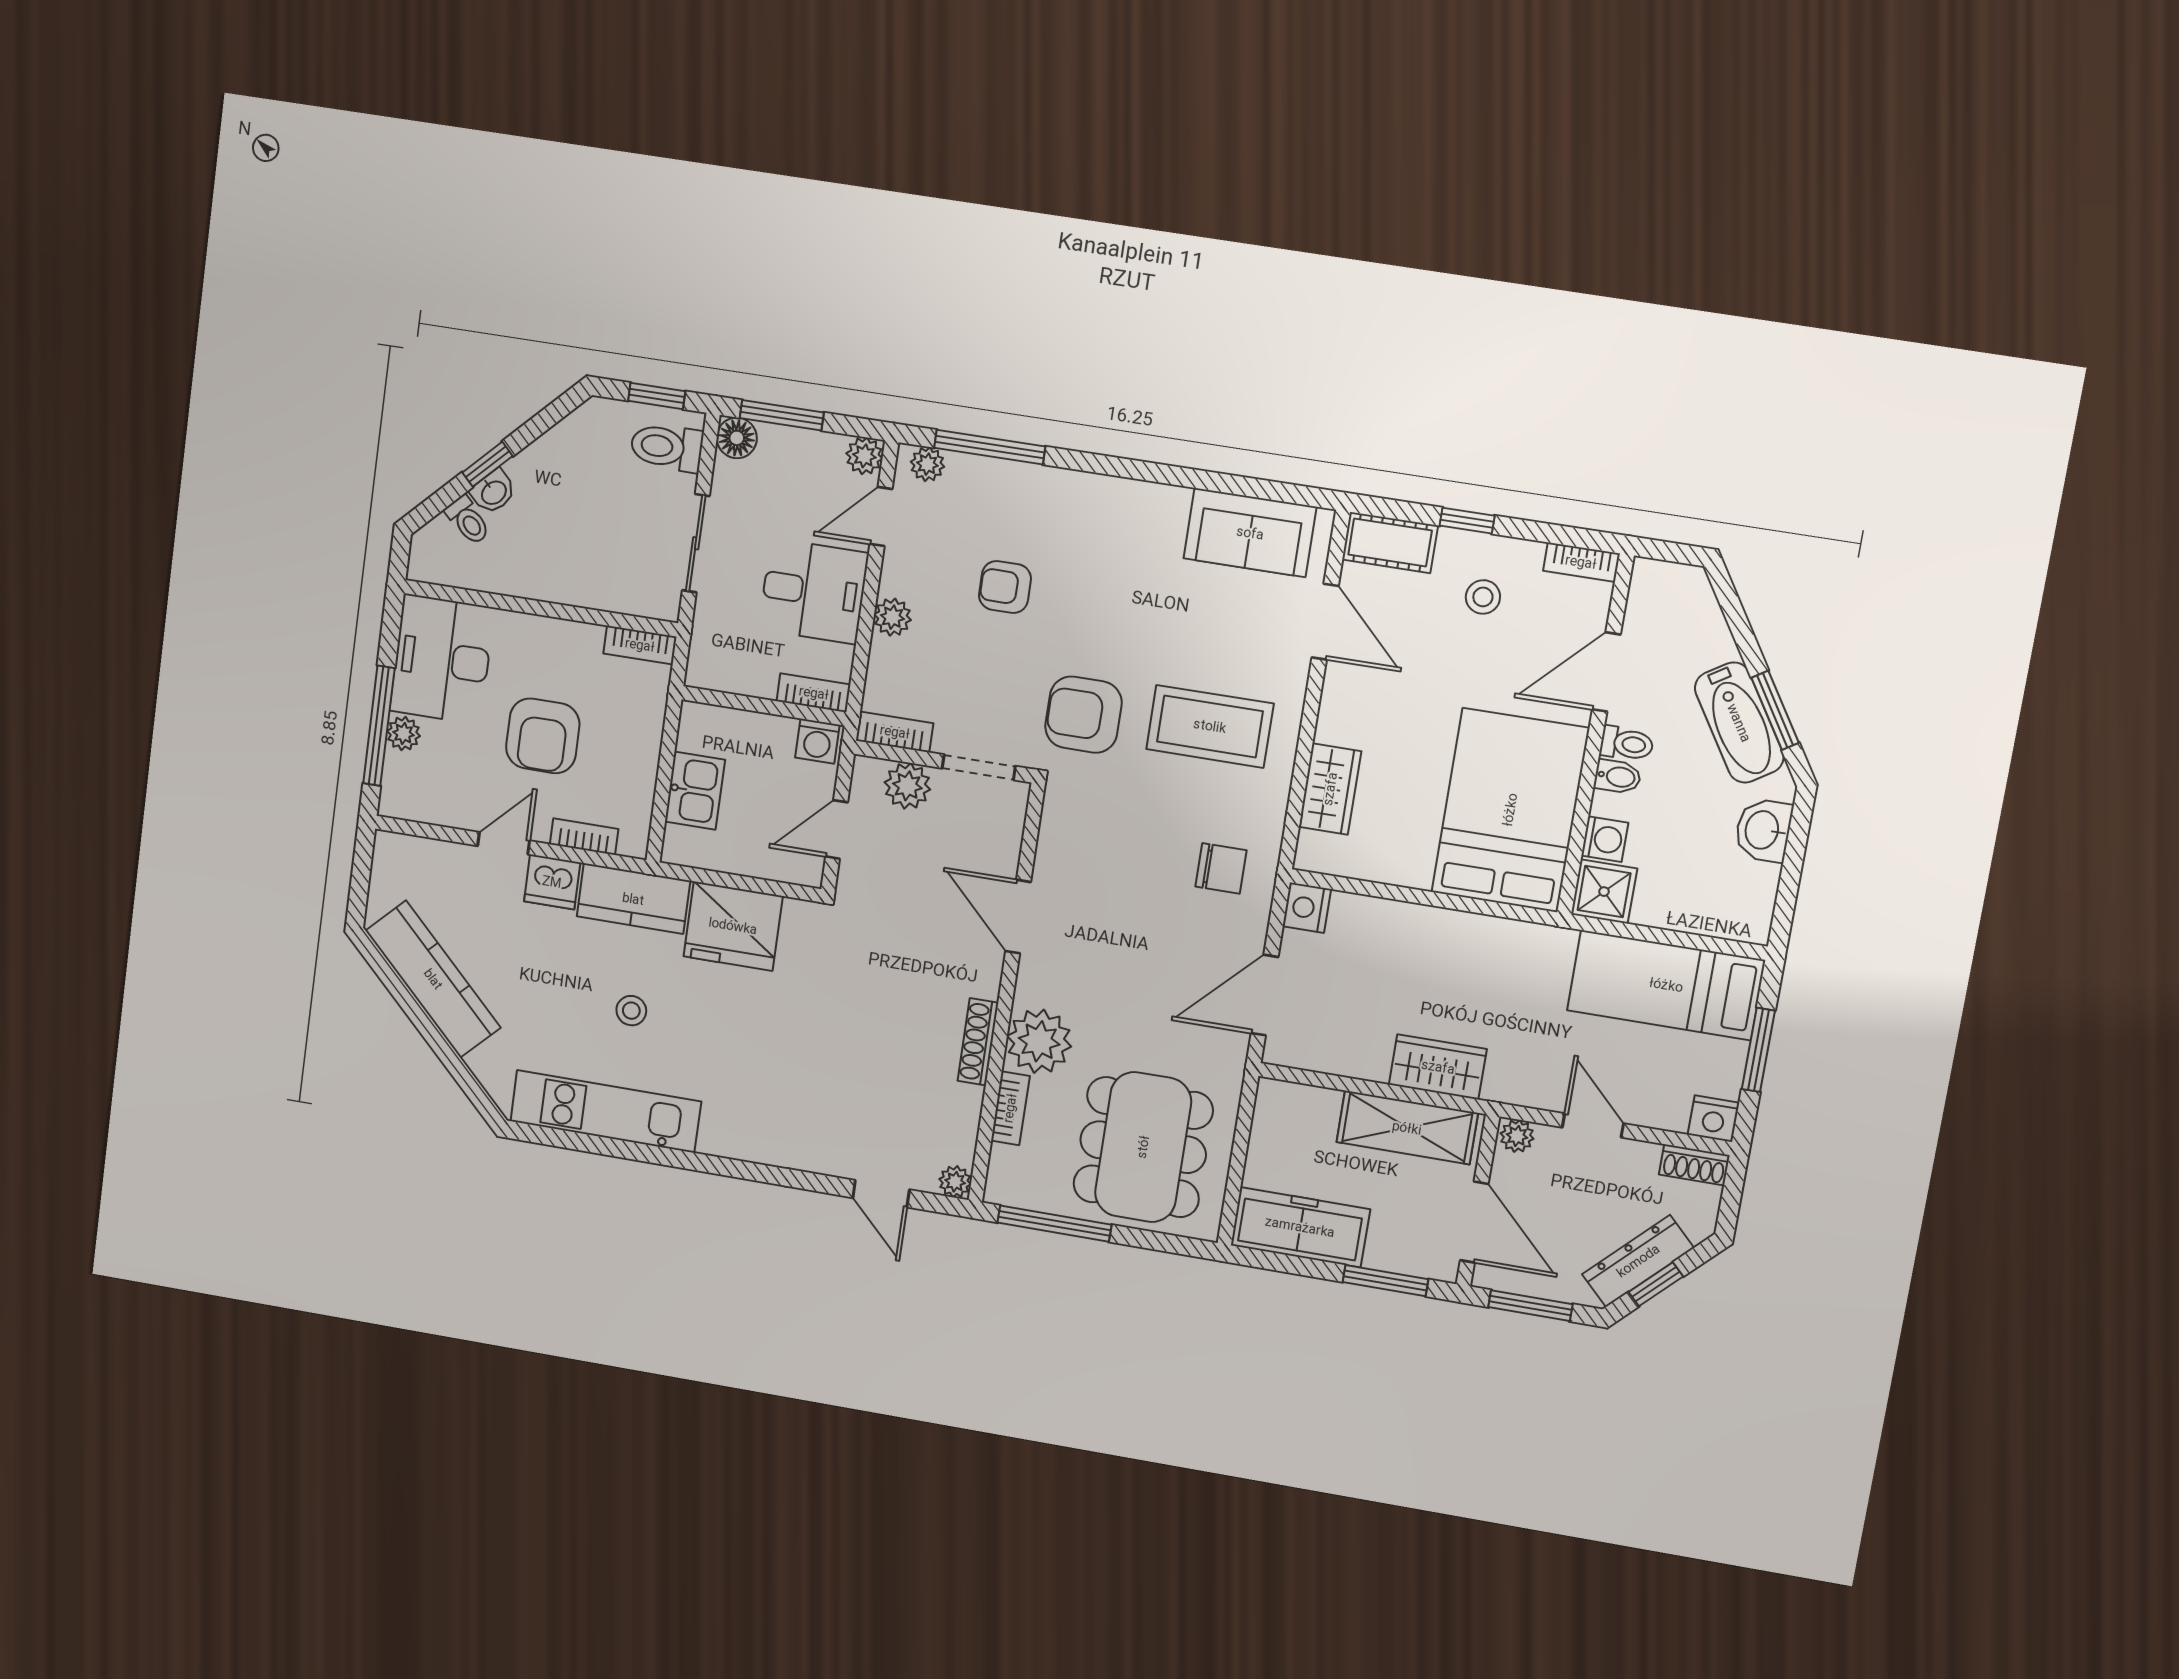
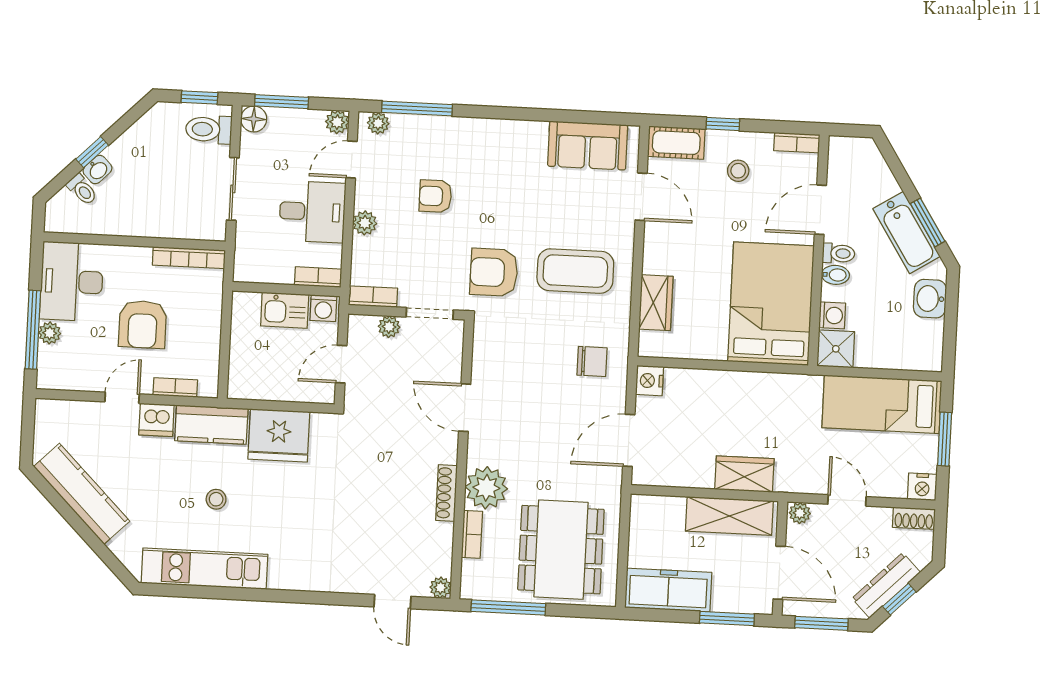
bookcase: (640, 645) -> (189, 258), width x1.56
plant: (907, 786) -> (389, 327), width x0.73, depth x0.73
kitchen sink: (695, 791) -> (285, 310), moved, turned 90

